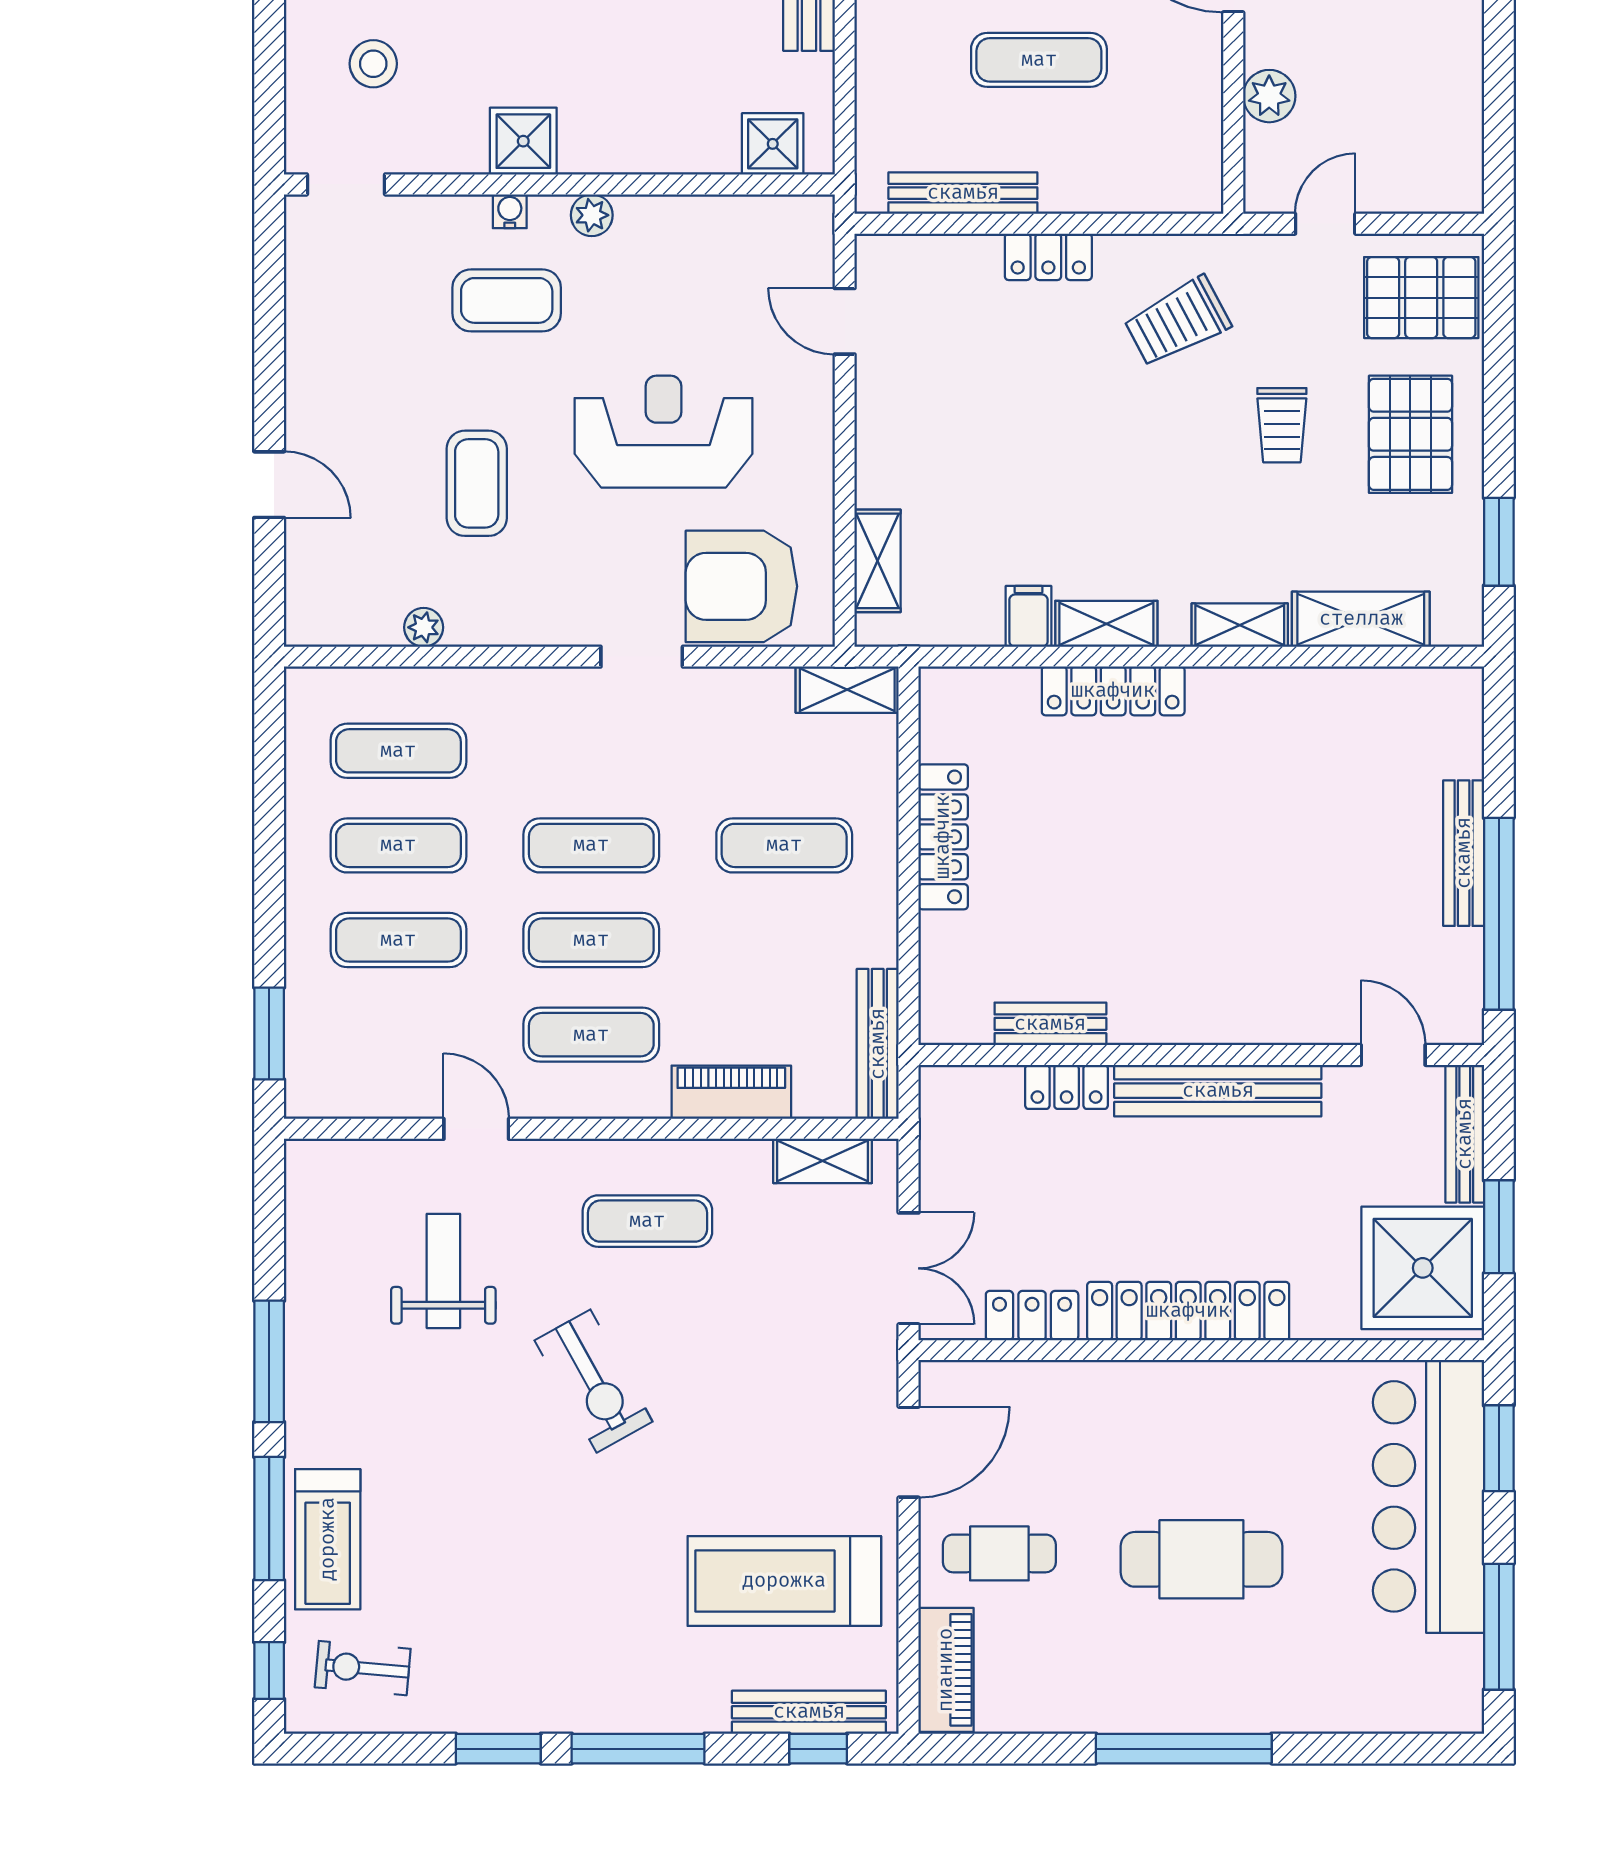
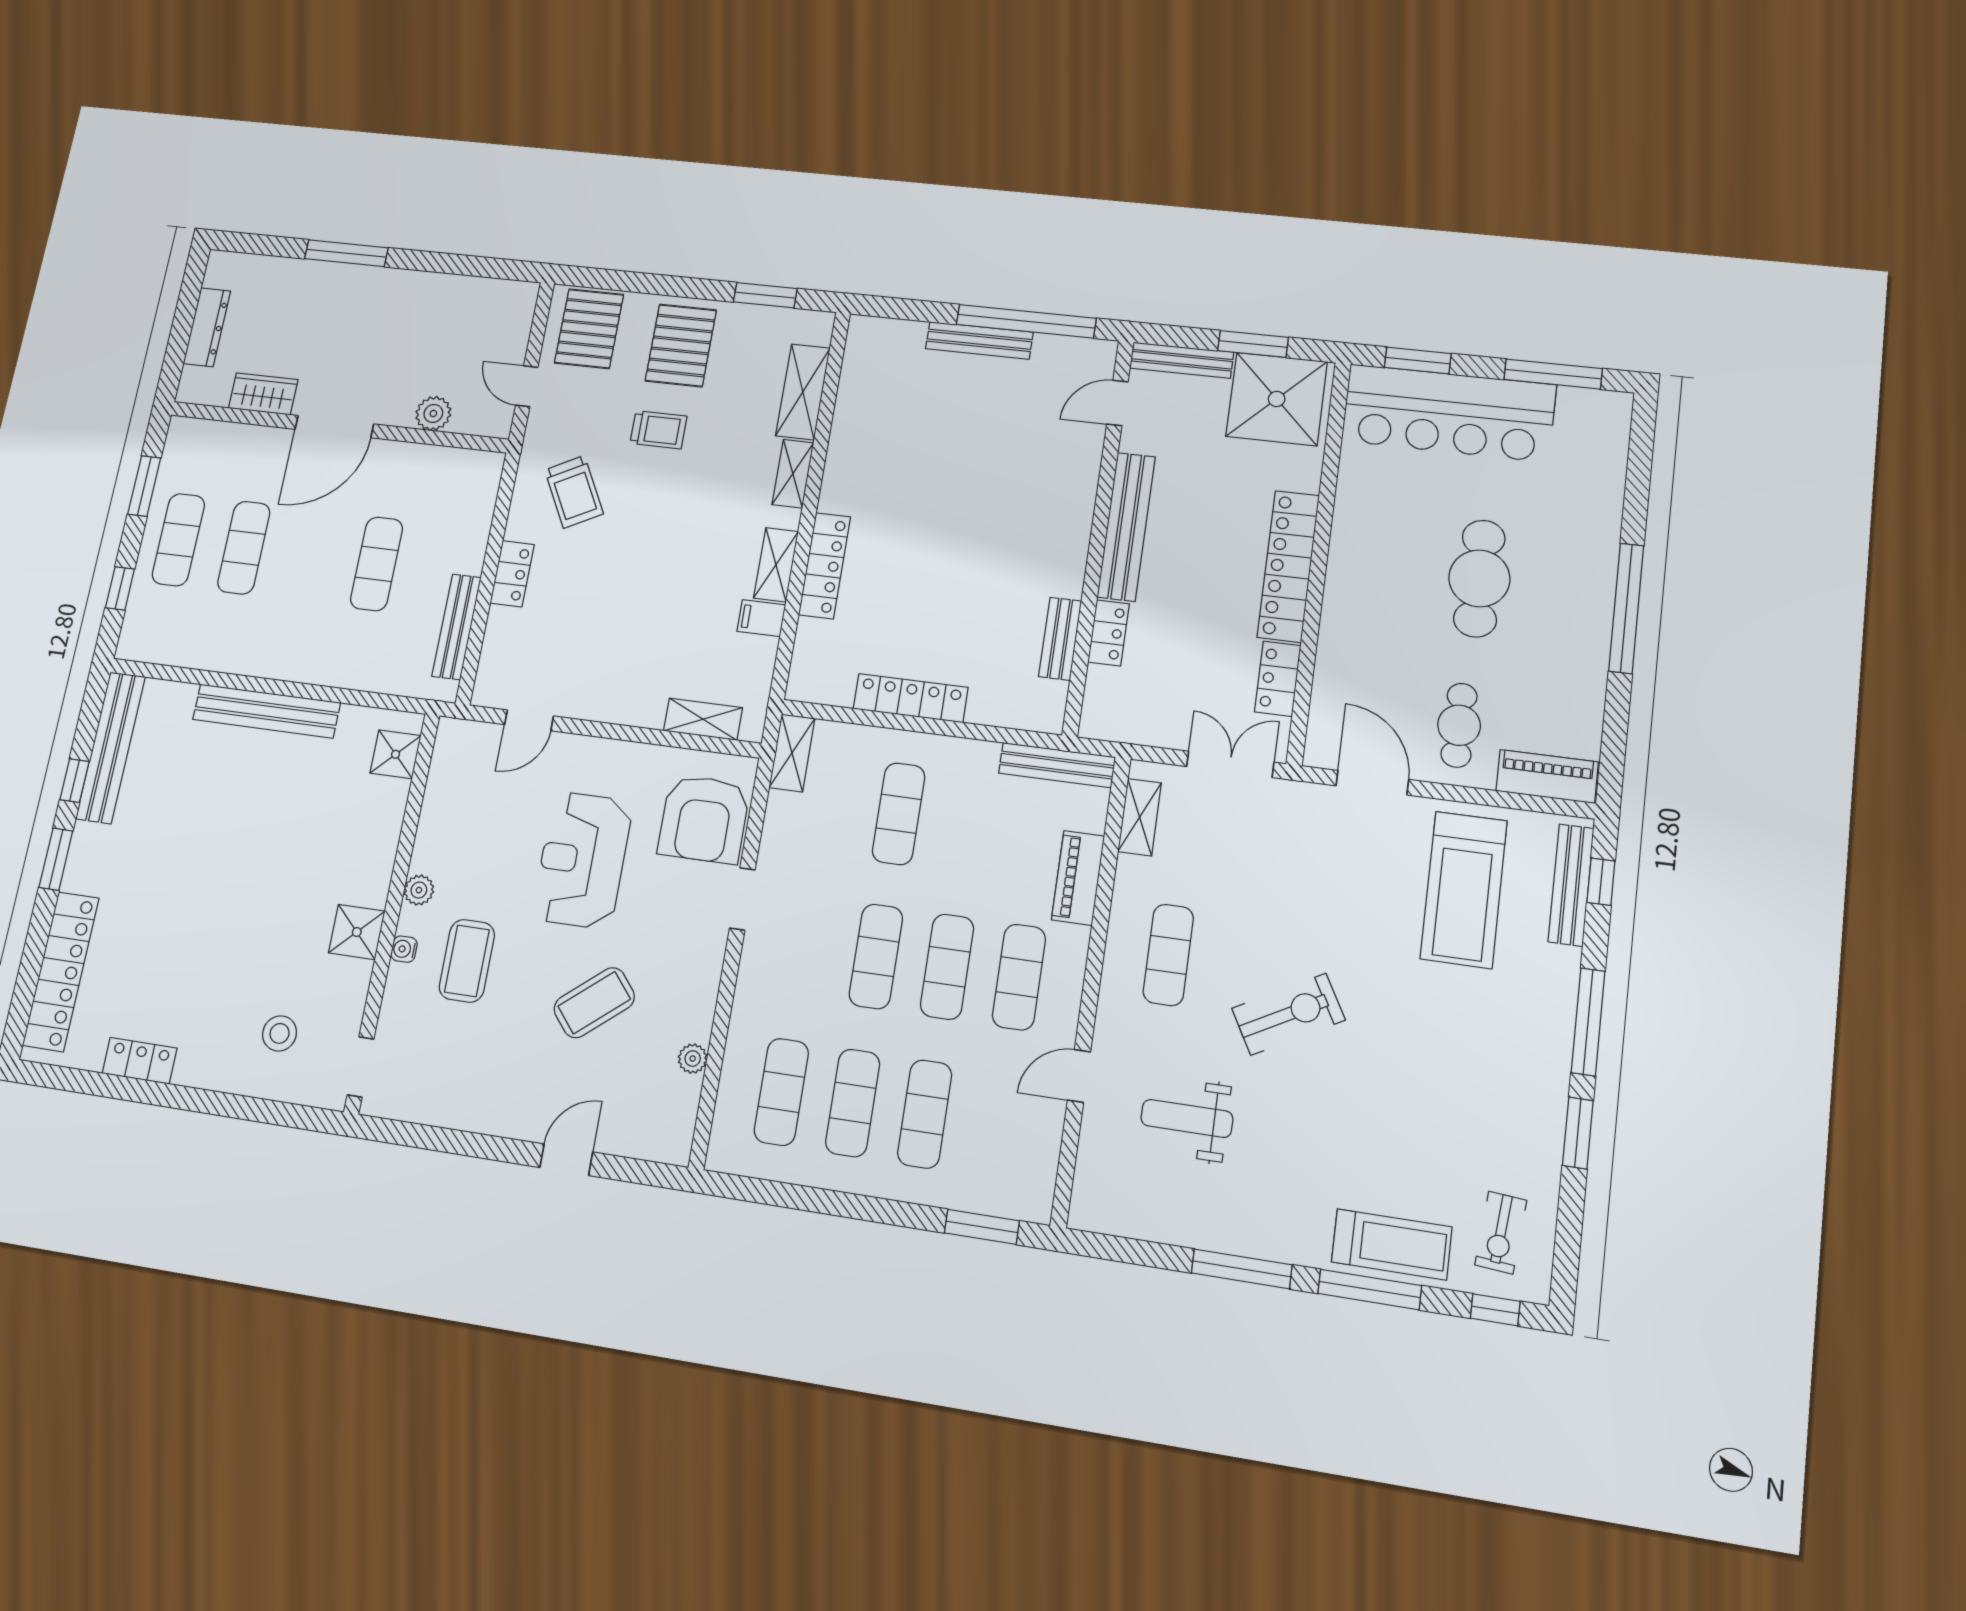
pallet: (1410, 434) -> (681, 345), turned 90
coffee table: (477, 483) -> (594, 1003), turned -40

